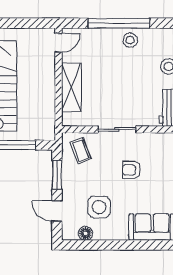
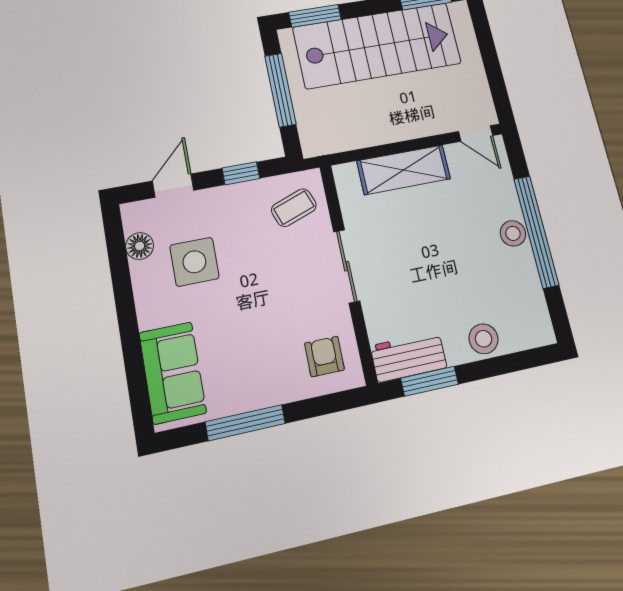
stool: (130, 40) -> (513, 233), moved
armchair: (131, 170) -> (324, 356), moved
window: (57, 175) -> (241, 173), width x0.67

